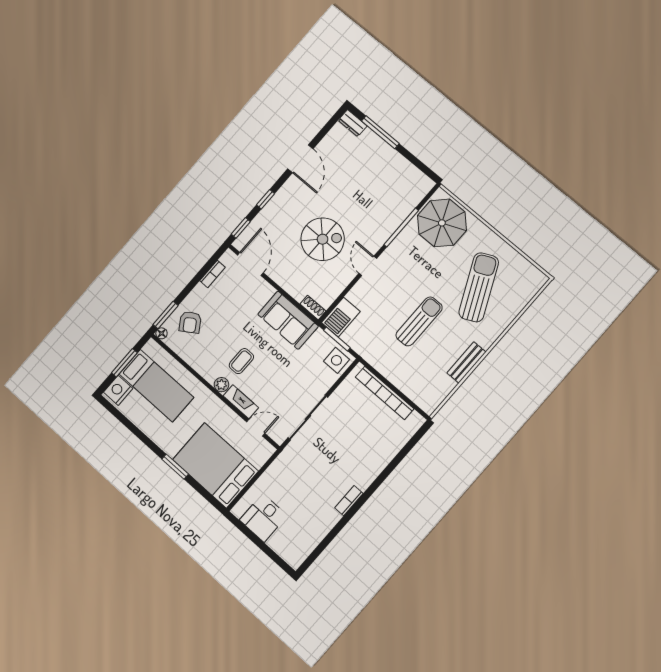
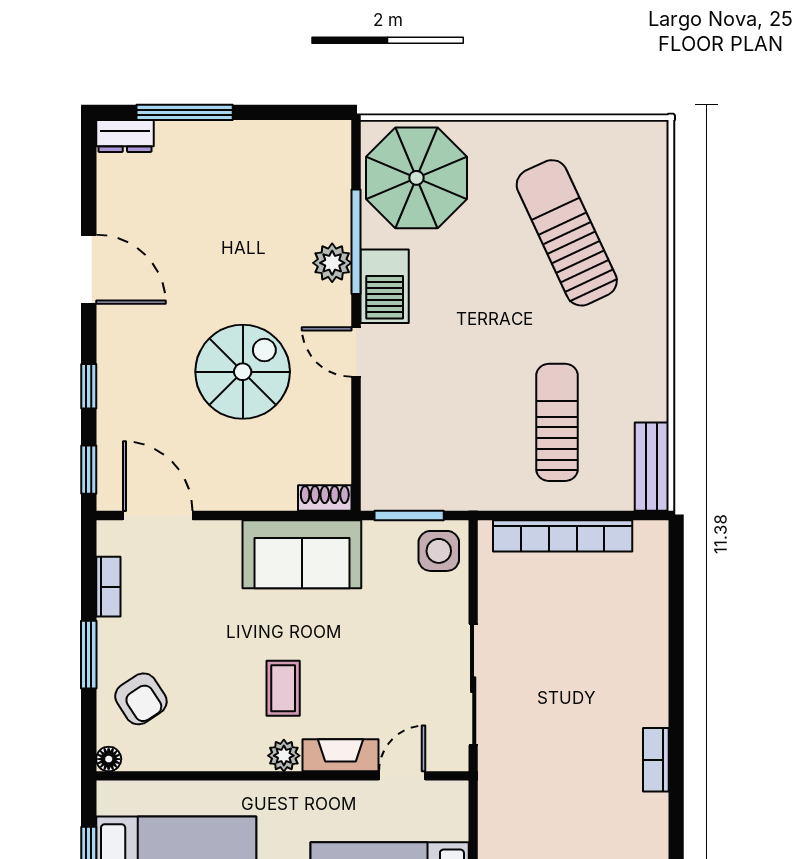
plant: (386, 228) -> (332, 263), added
window: (166, 315) -> (89, 655), moved
barbecue: (341, 317) -> (385, 286), moved
sun lounger: (419, 321) -> (557, 422), moved
bench: (466, 362) -> (652, 467), moved

